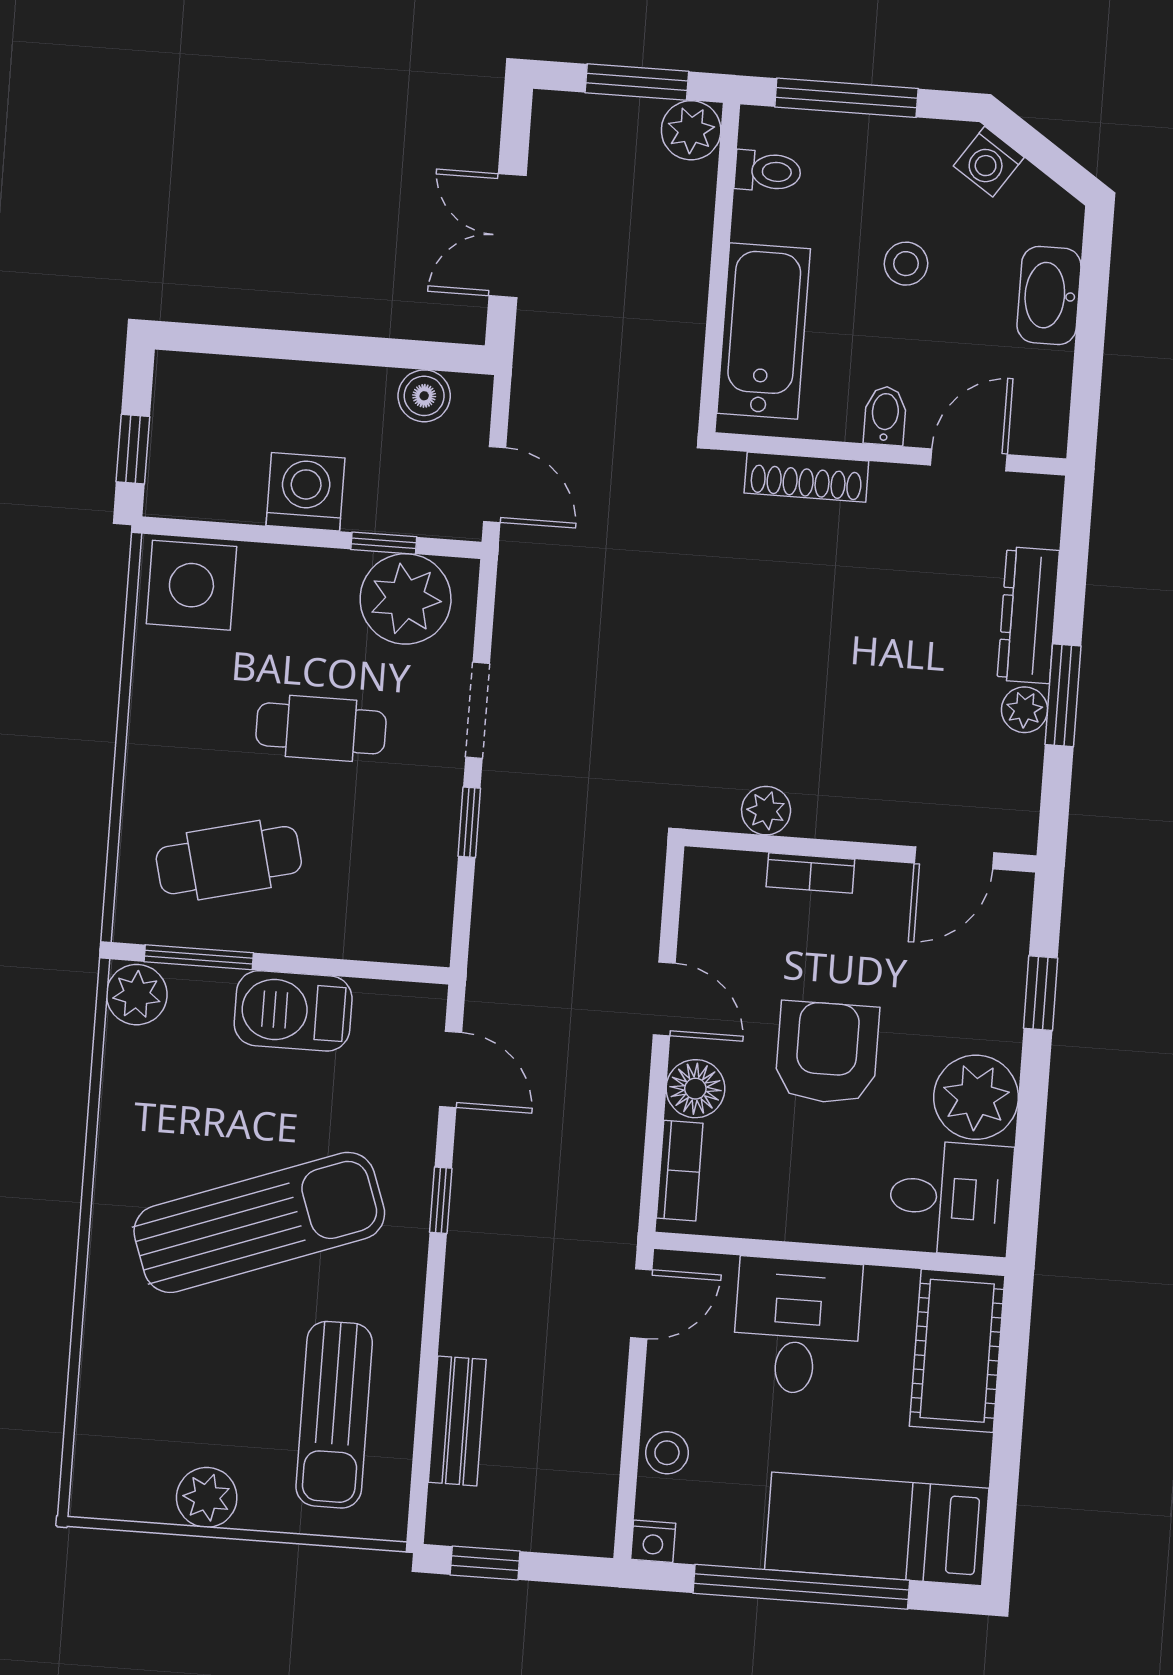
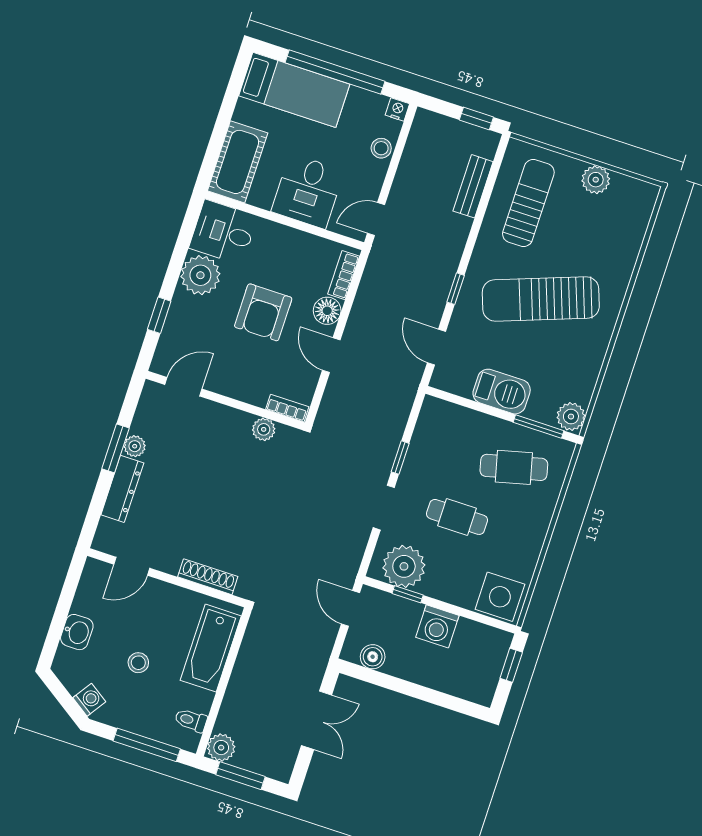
washbasin: (1049, 295) -> (77, 632), width x0.72
bidet: (885, 416) -> (165, 596), removed
bookcase: (810, 873) -> (287, 408), moved

